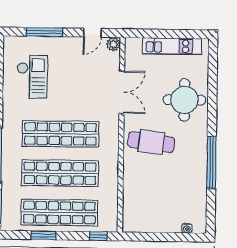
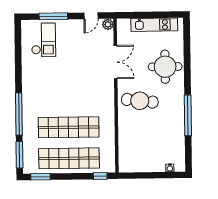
checkout: (32, 77) -> (44, 40), moved
shop shelf: (60, 134) -> (68, 96), removed
window: (44, 235) -> (41, 177), moved

